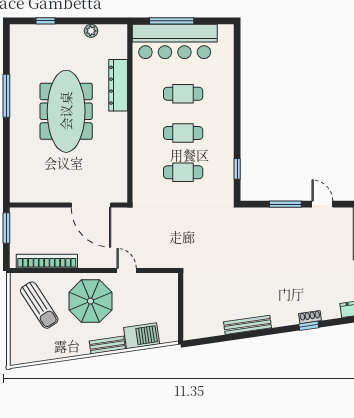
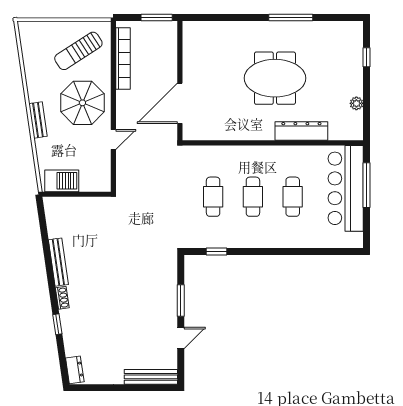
meeting table: (66, 111) -> (275, 78), width x0.73
shoe rack: (310, 317) -> (62, 298), moved
barbecue: (142, 336) -> (62, 181), moved, turned -82

